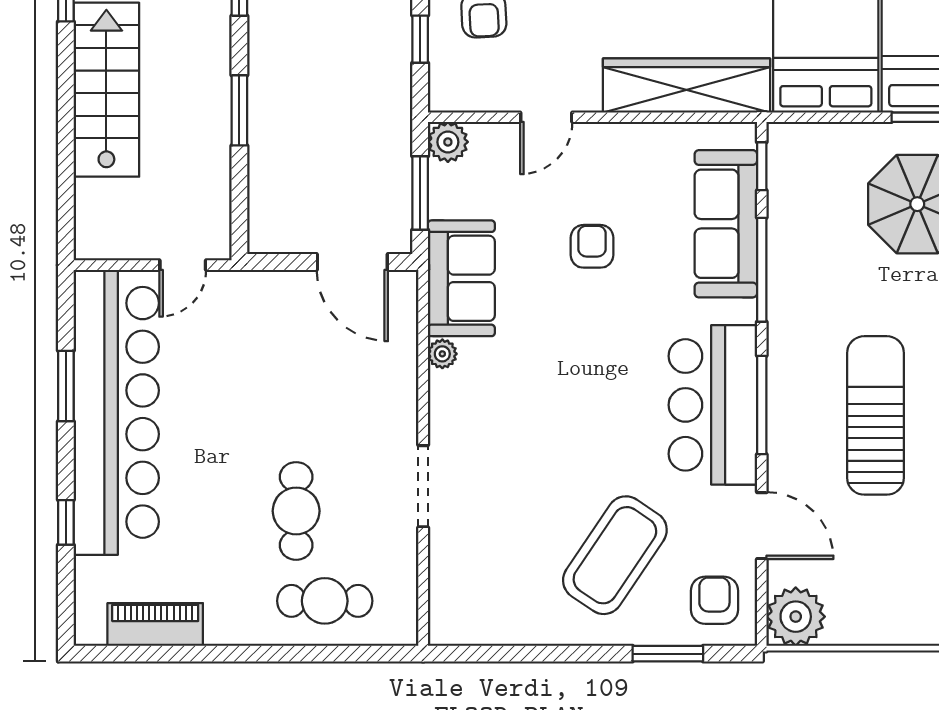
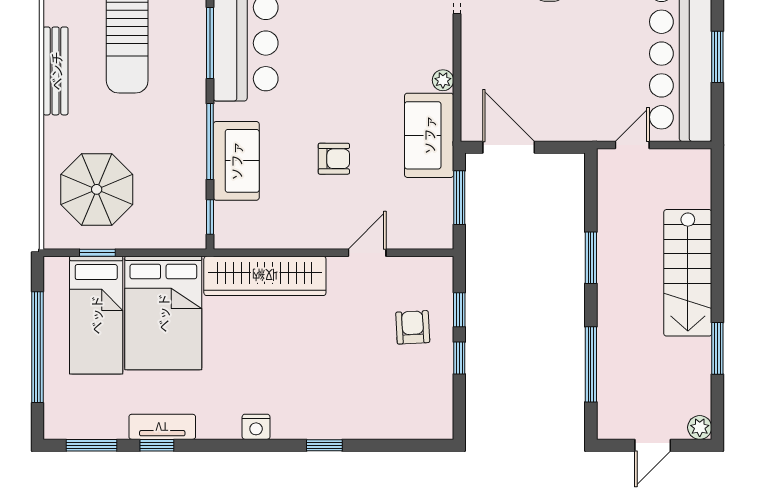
plant: (448, 142) -> (439, 235), removed
sofa: (726, 224) -> (236, 161), width x0.73
armchair: (592, 246) -> (334, 159), turned -90

